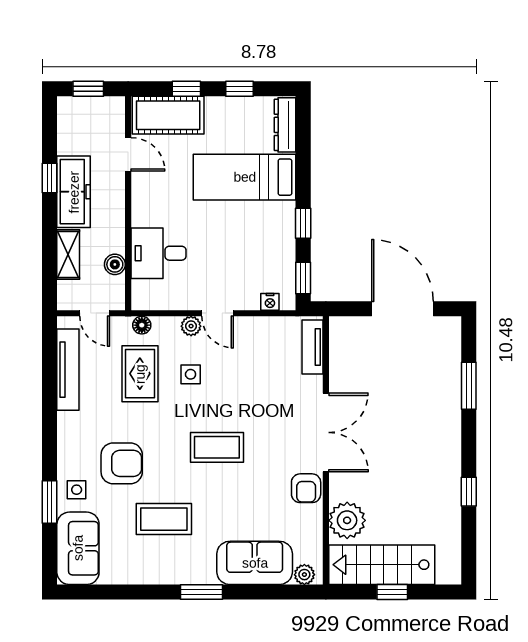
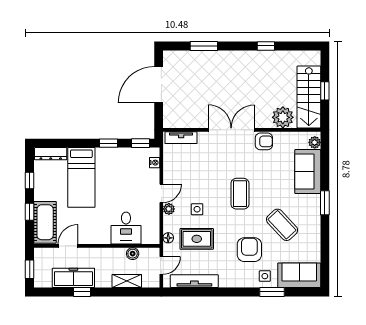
freezer: (74, 192) -> (73, 278), moved
coffee table: (164, 519) -> (282, 225), turned -43

